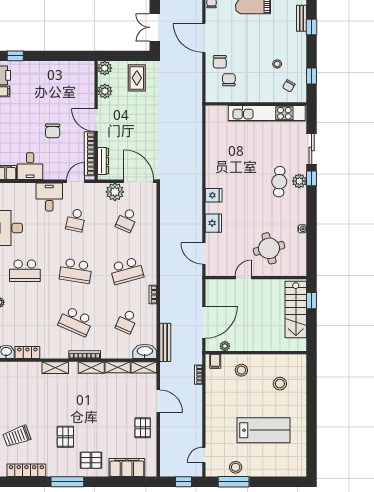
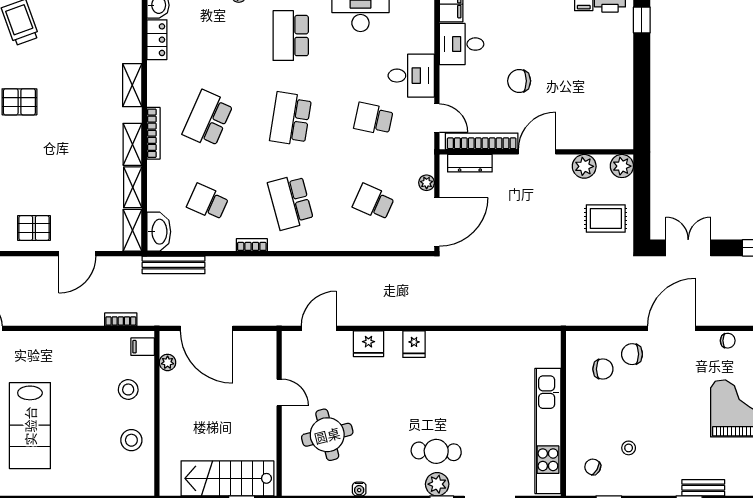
plant: (115, 192) -> (427, 183), width x0.53, depth x0.53
stool: (280, 384) -> (131, 440), moved

